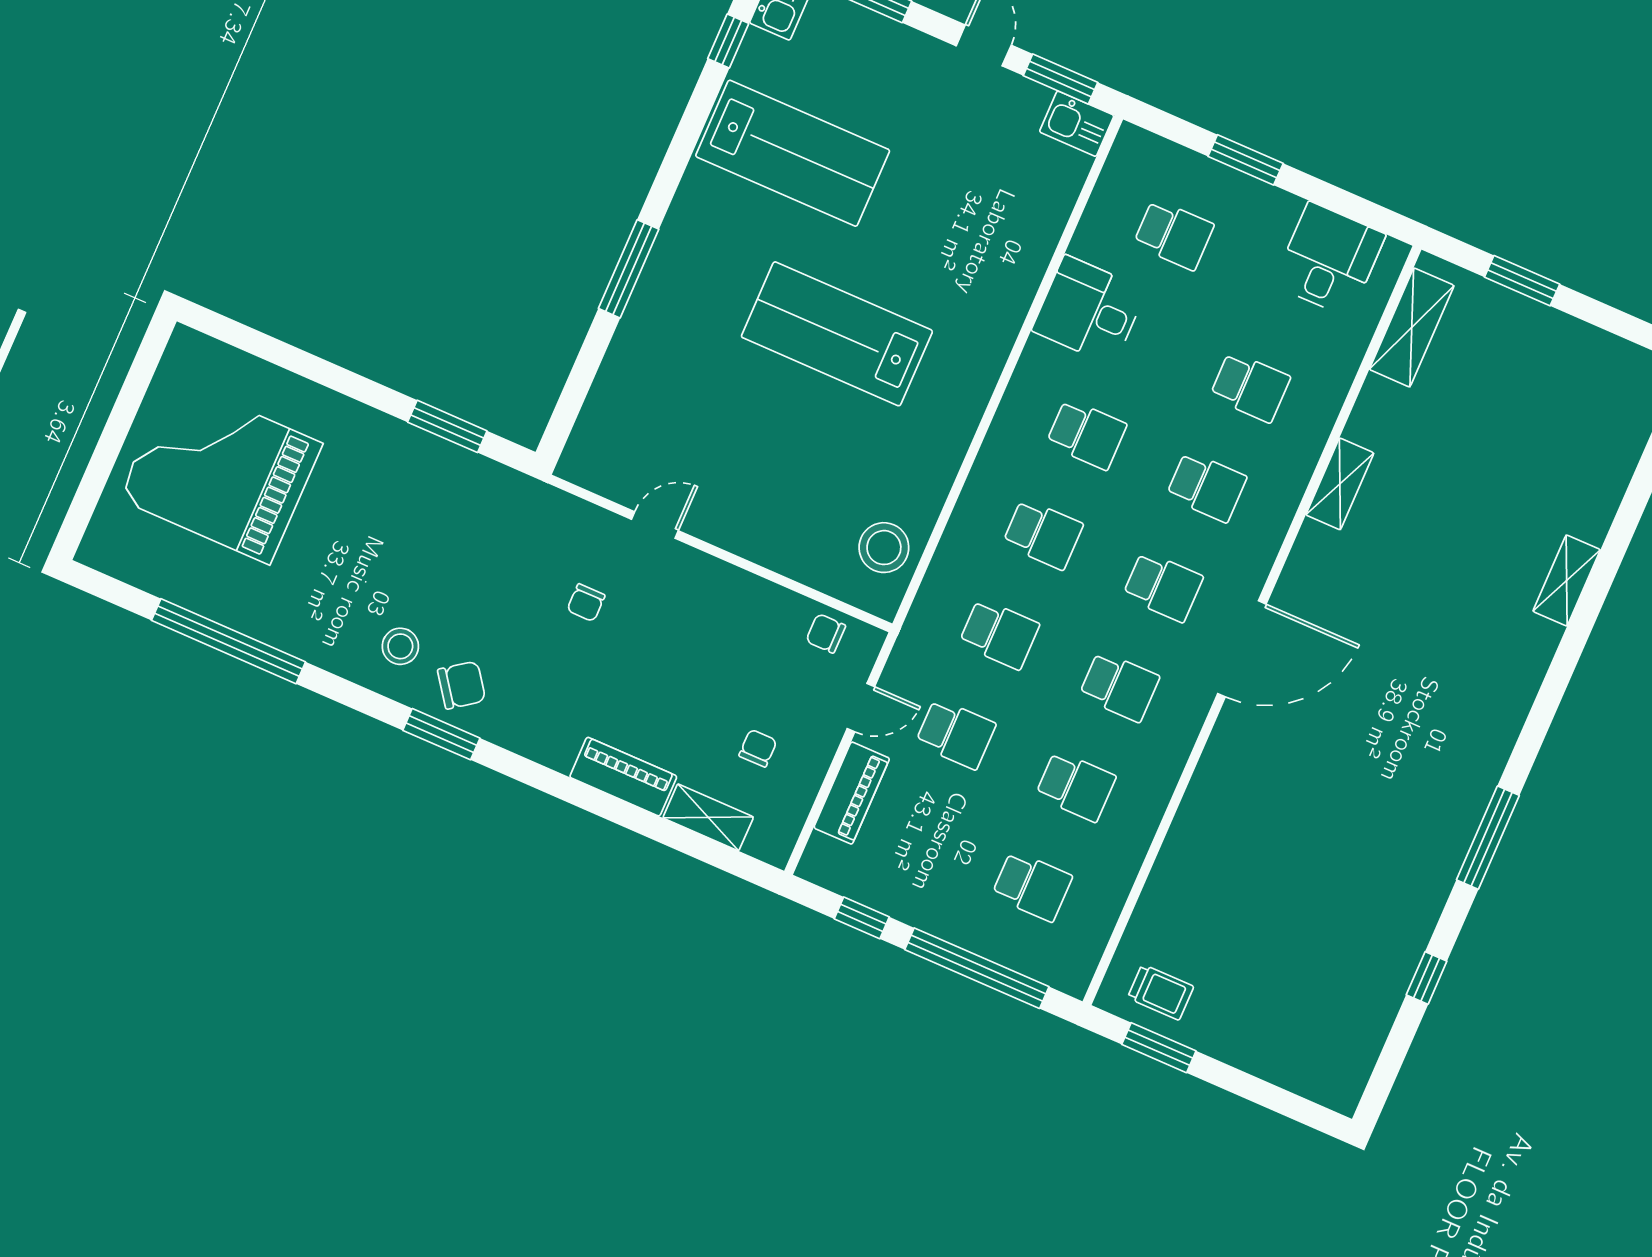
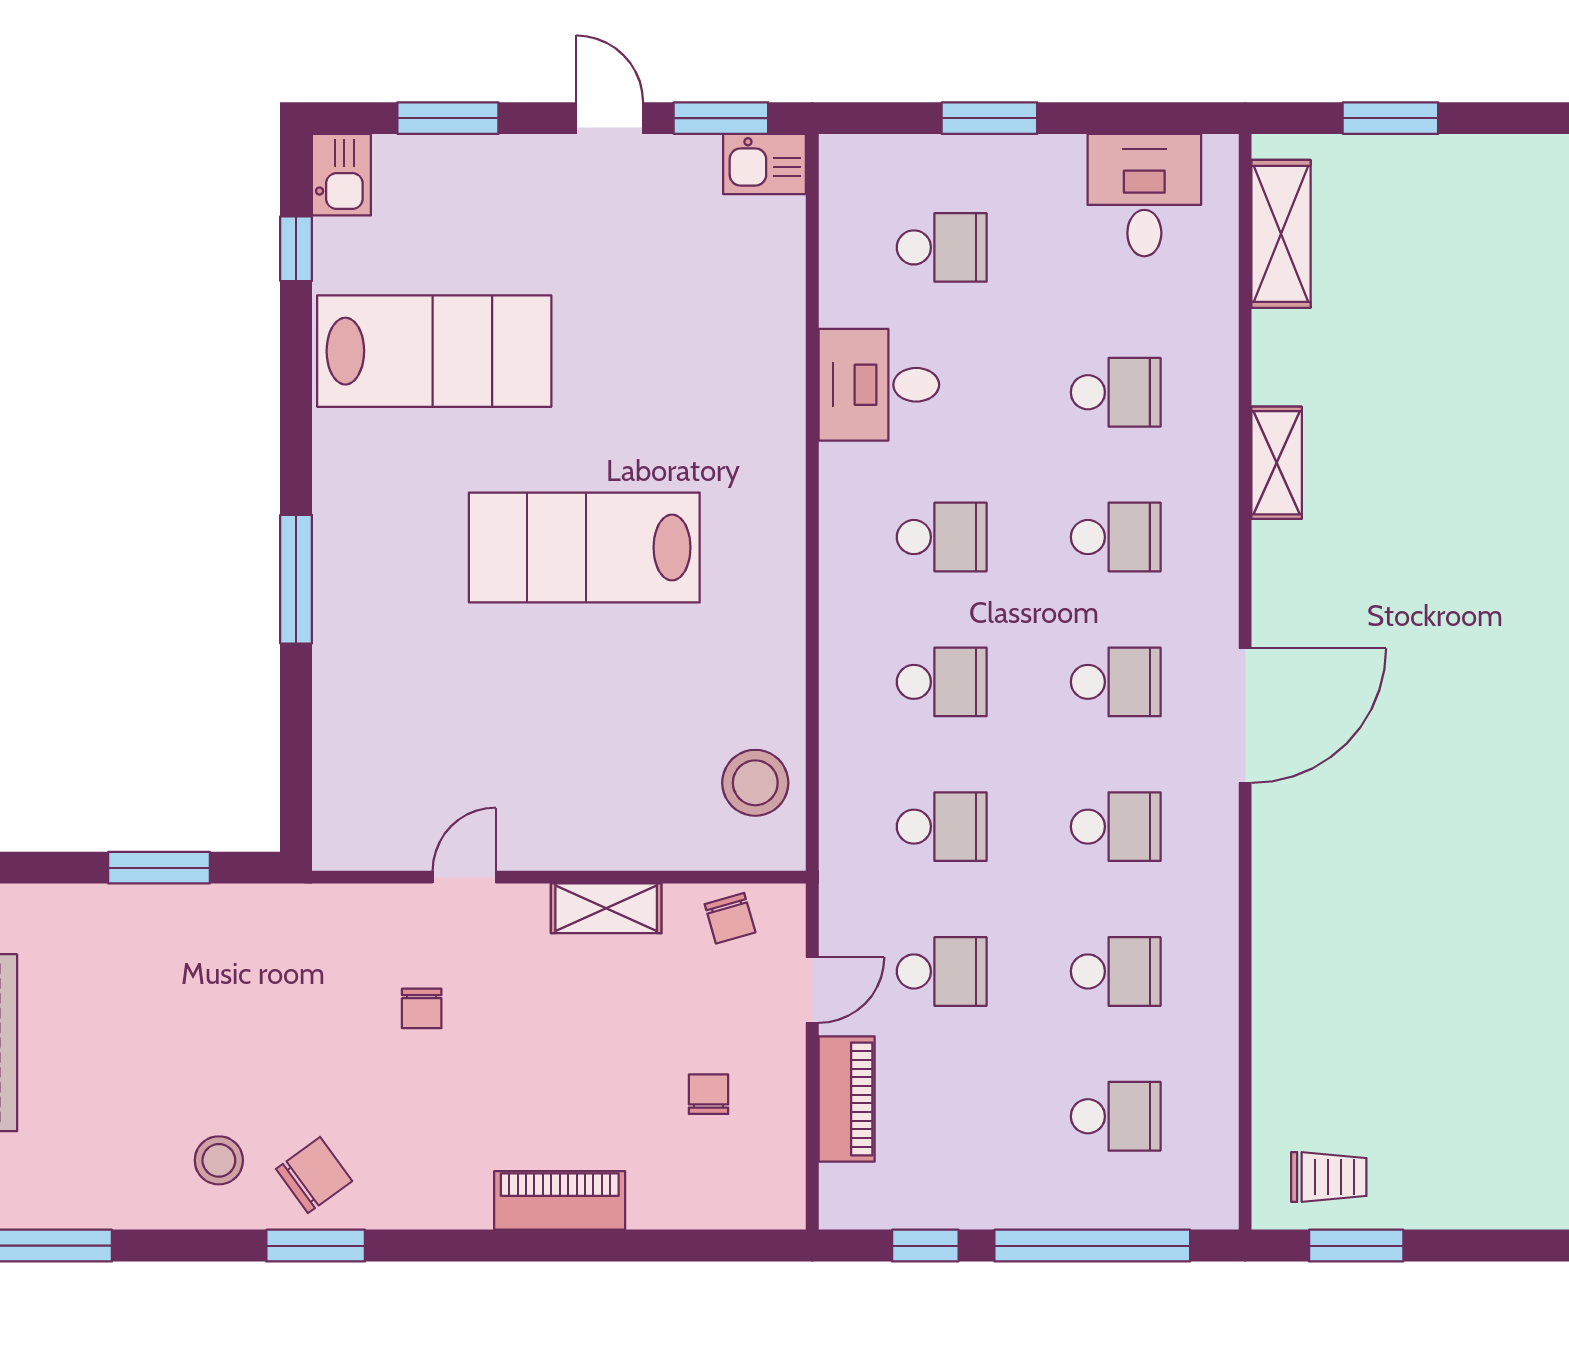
chair: (826, 633) -> (730, 918), turned -106
shelving: (708, 817) -> (606, 908), moved

